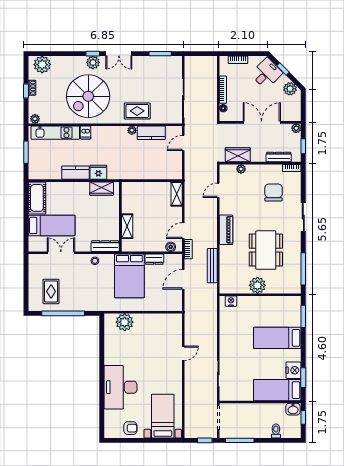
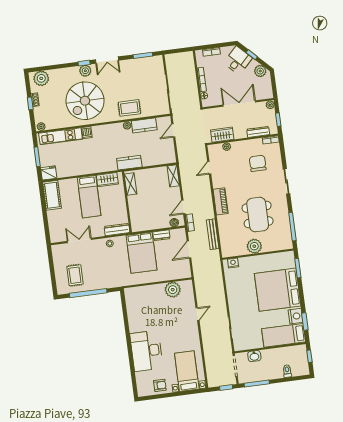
fridge: (98, 172) -> (49, 173), moved
kitchen counter: (75, 173) -> (129, 163), moved
bed: (52, 225) -> (89, 197), moved, turned 90
shelving: (127, 226) -> (130, 184), moved
plant: (125, 322) -> (173, 290), moved
bed: (277, 338) -> (278, 290), width x2.04
washbasin: (293, 409) -> (254, 356), moved

